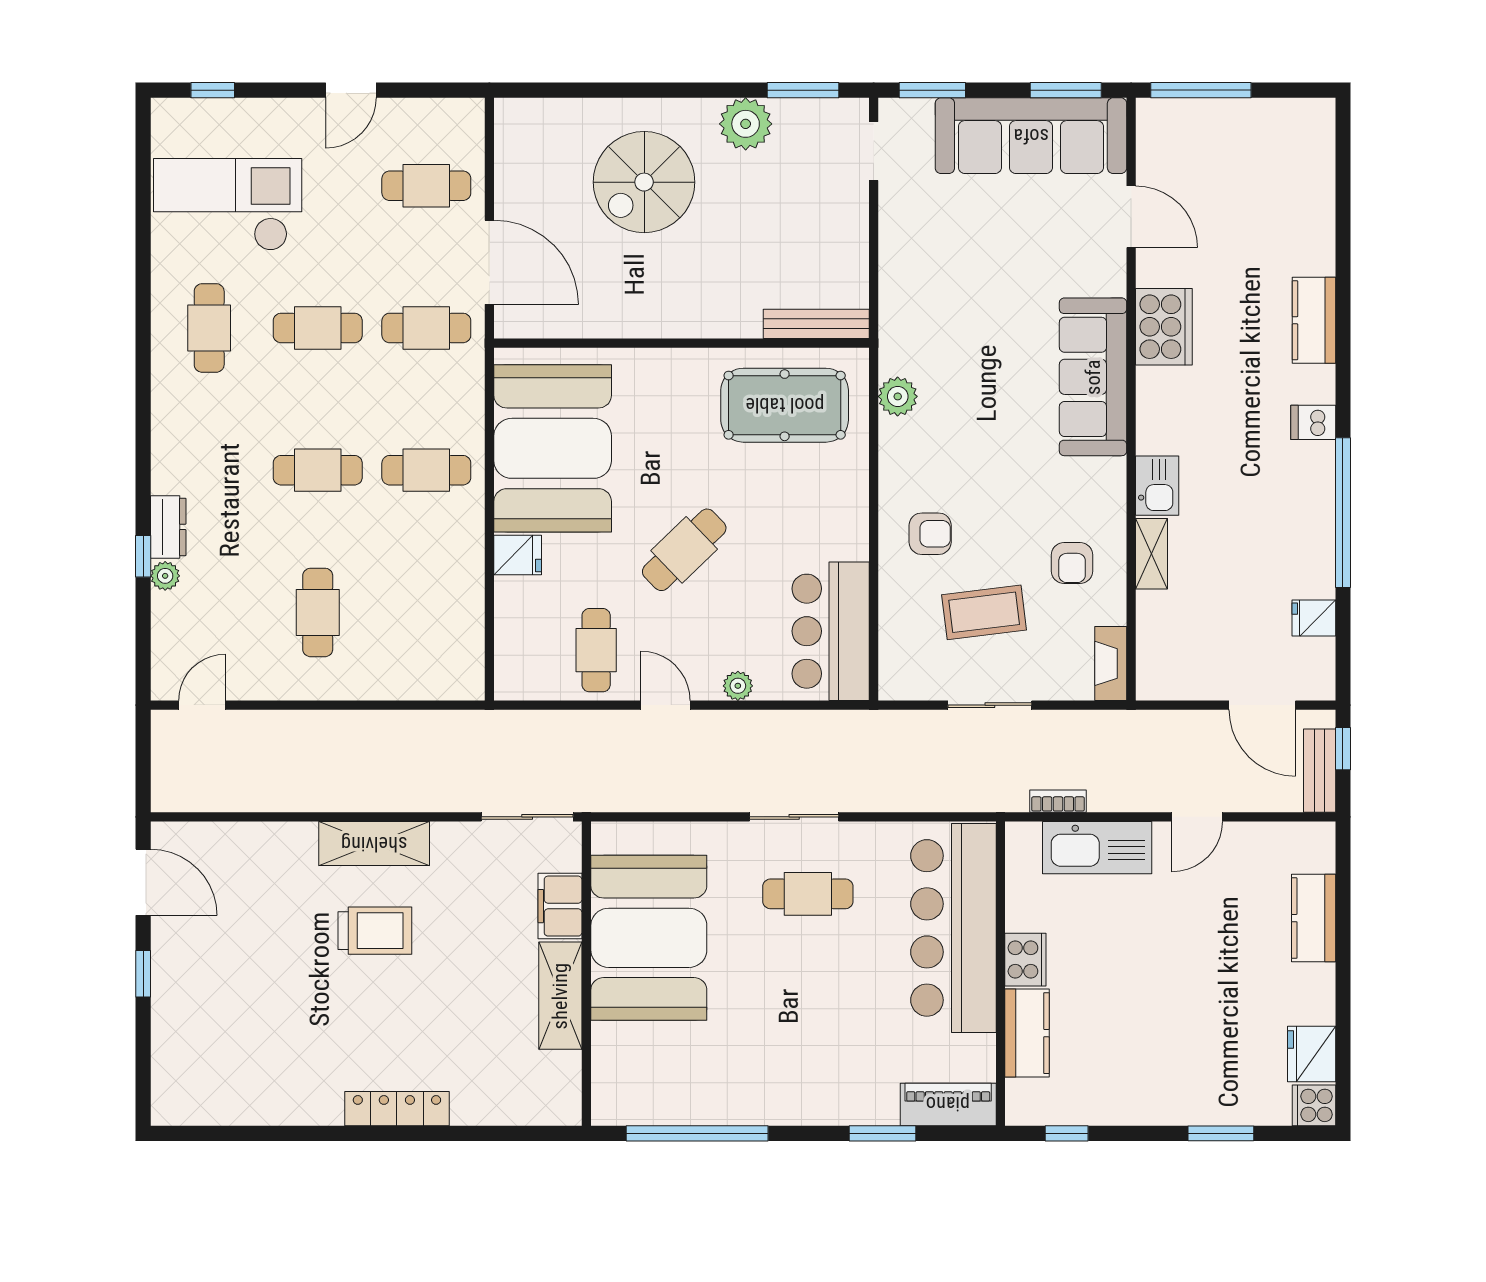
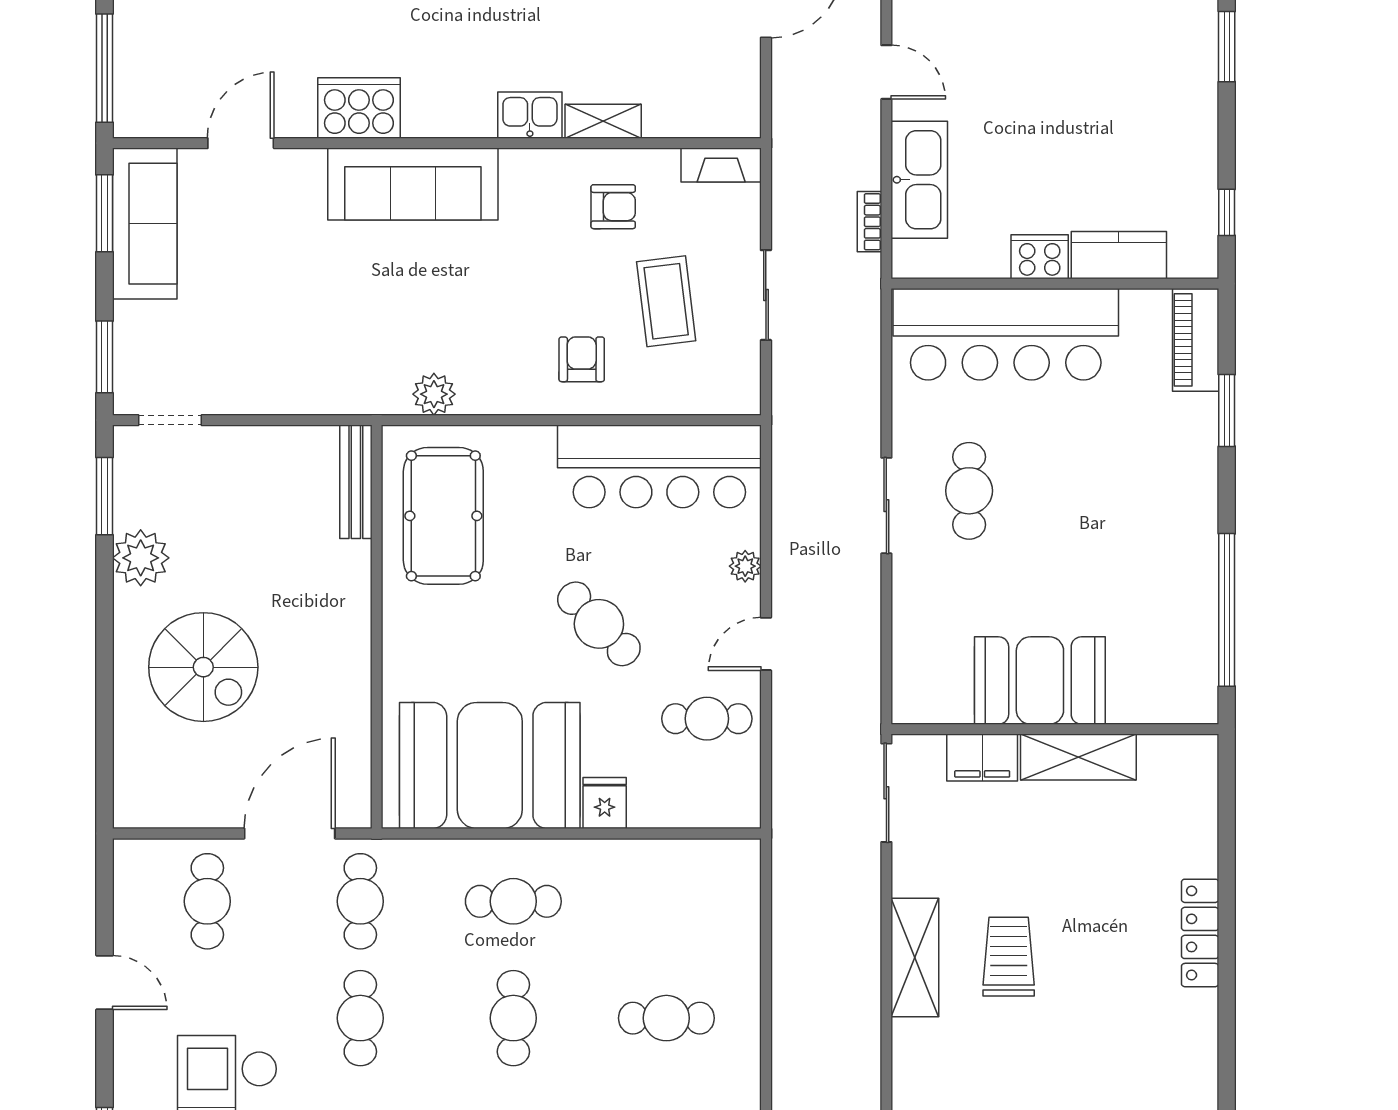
sofa: (1031, 136) -> (145, 224), width x0.74, depth x0.79
cafe table: (426, 470) -> (513, 901), turned 90
bar counter: (831, 631) -> (659, 466), width x1.36
booth: (649, 938) -> (1040, 681), width x0.73, depth x0.70

